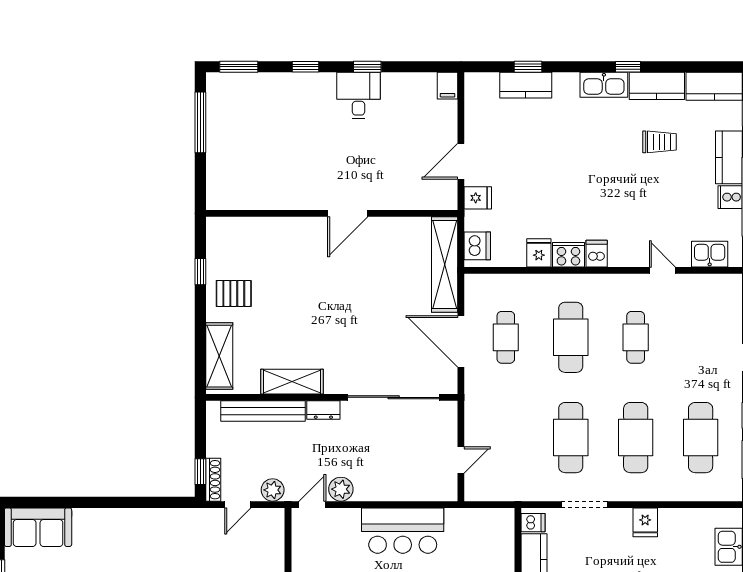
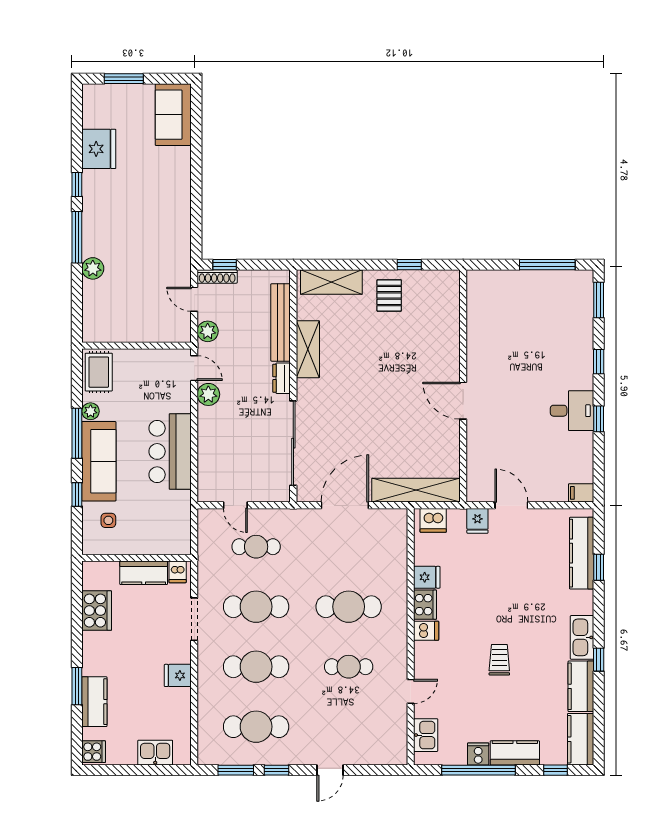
kitchen counter: (526, 85) -> (582, 553), width x1.50
trolley: (660, 142) -> (499, 660), moved, turned 180
cafe table: (506, 337) -> (256, 547), moved

